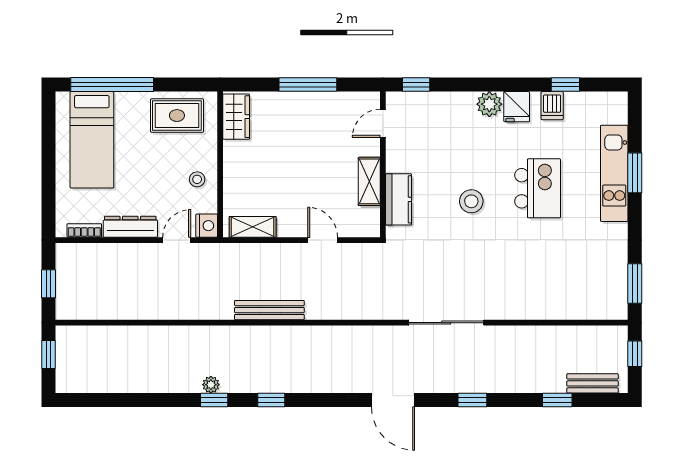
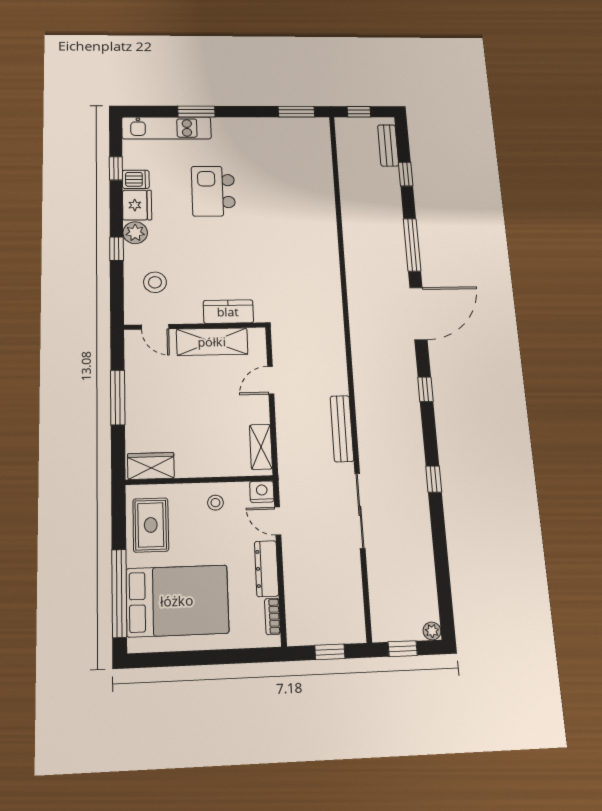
window: (416, 85) -> (117, 249), moved
fridge: (517, 107) -> (137, 205), width x1.38
bed: (92, 140) -> (177, 601), width x1.50
kitchen unit: (614, 173) -> (167, 128), moved
shelving: (369, 181) -> (212, 342), width x1.50, depth x1.33
kitchen island: (538, 188) -> (213, 191), turned -90
stool: (471, 201) -> (155, 282), moved
sliding door: (446, 323) -> (360, 511), moved
plant: (211, 385) -> (432, 631), moved
window: (271, 400) -> (425, 389), moved
door: (393, 400) -> (418, 314), width x1.36
window: (472, 400) -> (412, 245), width x2.17

